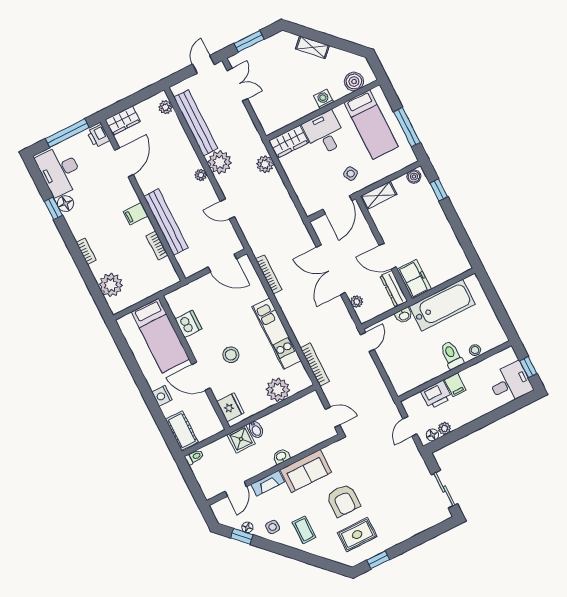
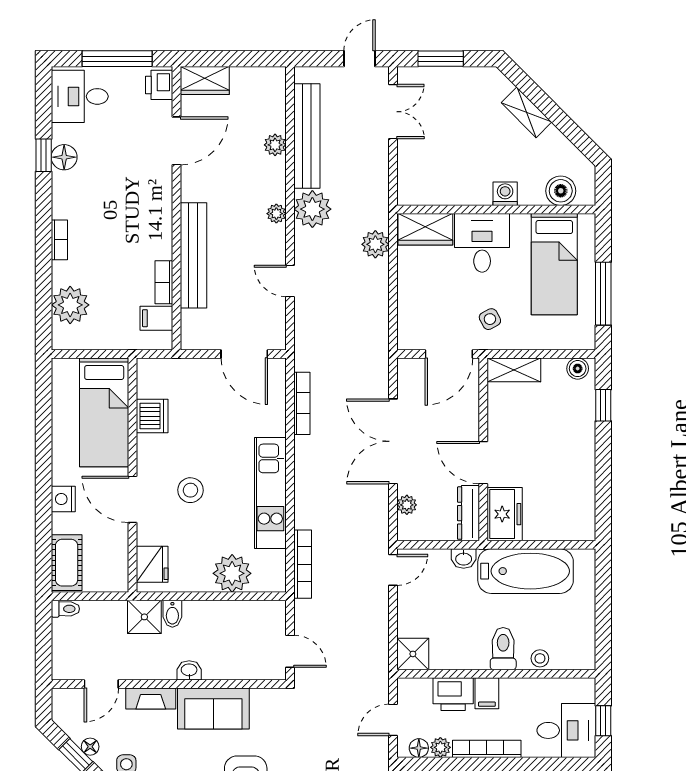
plant: (166, 107) -> (275, 145), moved
desk: (60, 171) -> (80, 96), width x0.73
filing cabinet: (136, 214) -> (156, 318), moved
shower: (402, 384) -> (413, 654), added
bookcase: (471, 416) -> (487, 749), added

